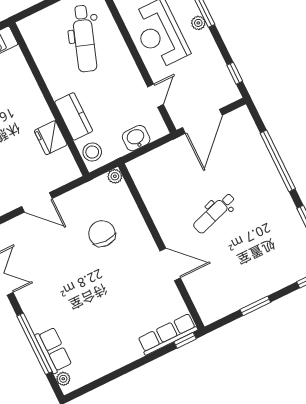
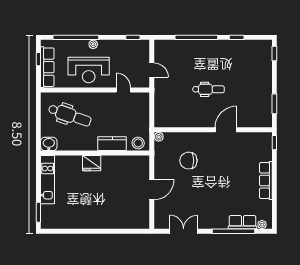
door: (202, 121) -> (152, 70), width x0.53
fridge: (51, 138) -> (92, 163), moved
washbasin: (136, 138) -> (49, 144), moved, turned 90
dental chair: (214, 213) -> (209, 89), turned -72
window: (255, 306) -> (274, 104), moved
row of seats: (168, 334) -> (266, 181), moved

